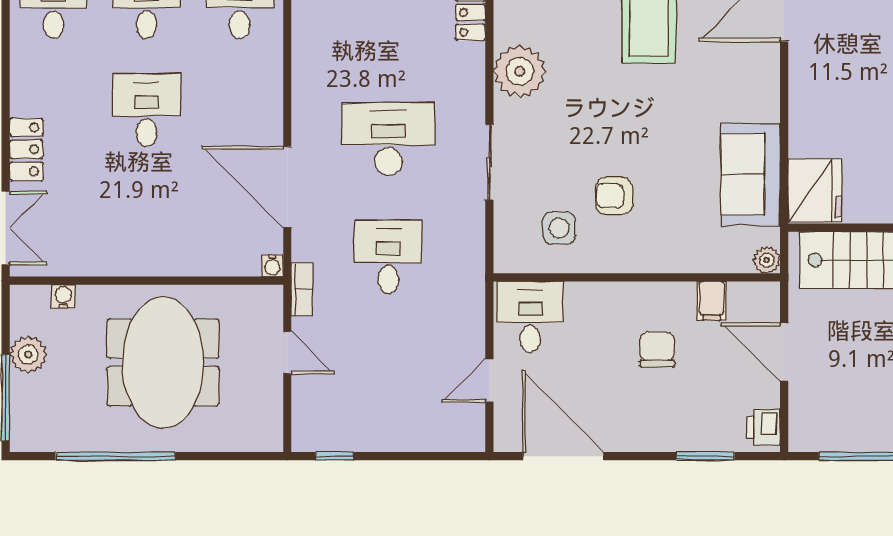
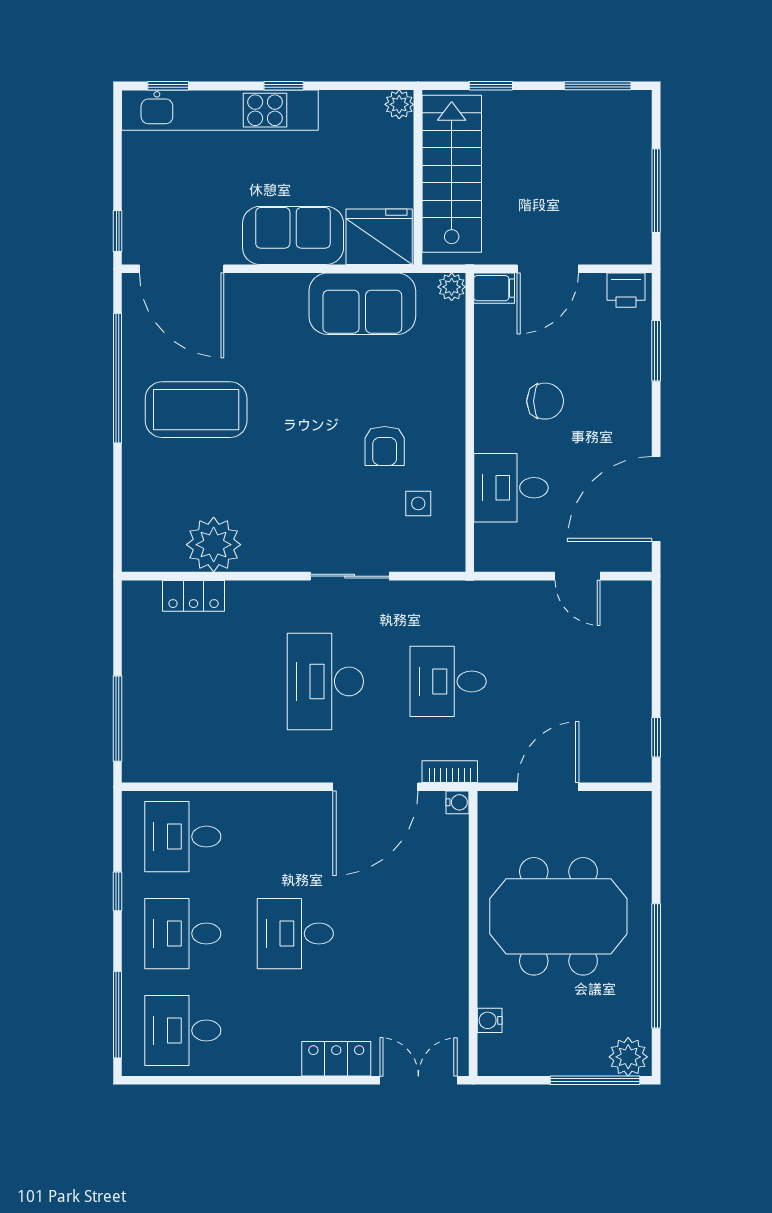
plant: (520, 71) -> (214, 545), moved
sofa: (816, 108) -> (293, 235), added
side table: (559, 228) -> (418, 503), width x0.73, depth x0.73
bookcase: (302, 289) -> (450, 772), moved
filing cabinet: (712, 301) -> (494, 288), moved
desk: (530, 317) -> (511, 488), moved
chair: (657, 350) -> (545, 401), turned 180
door: (287, 353) -> (548, 787), width x1.38
plant: (28, 354) -> (628, 1057), moved

